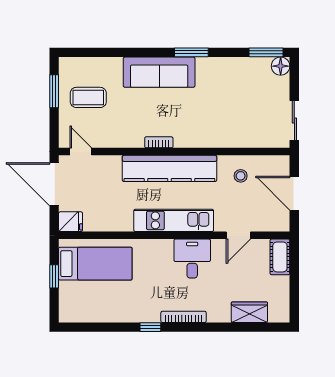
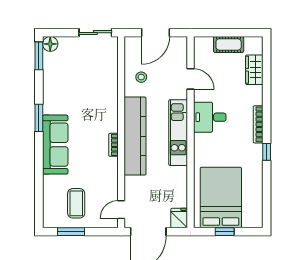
cot: (280, 257) -> (229, 44), moved
bed: (95, 264) -> (221, 198), width x1.50

